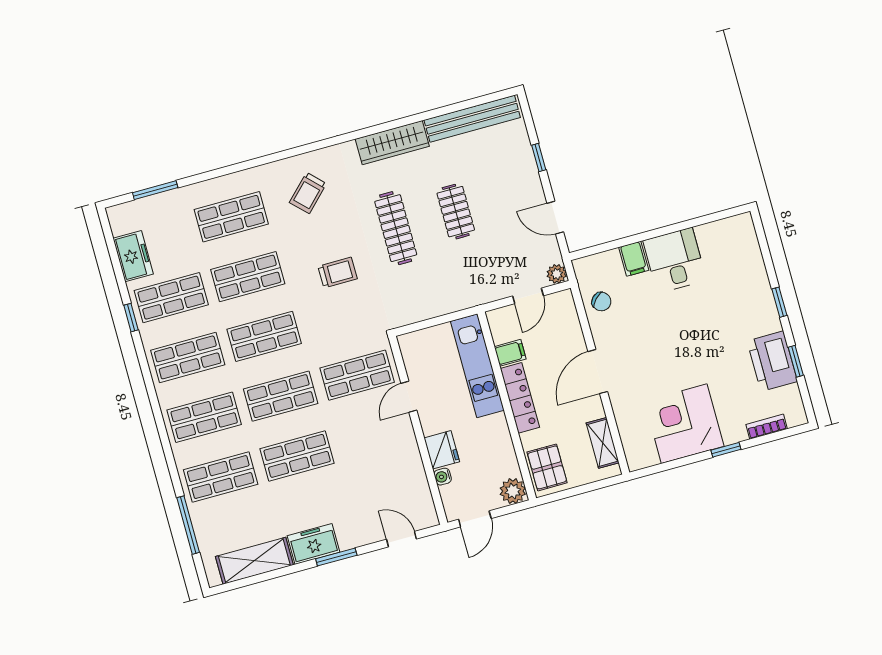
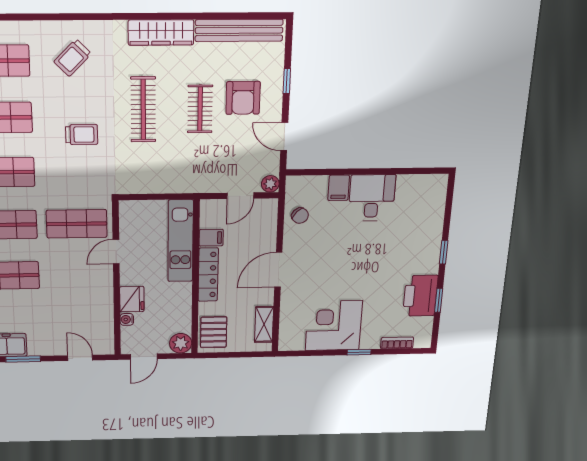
armchair: (498, 188) -> (243, 98), added

